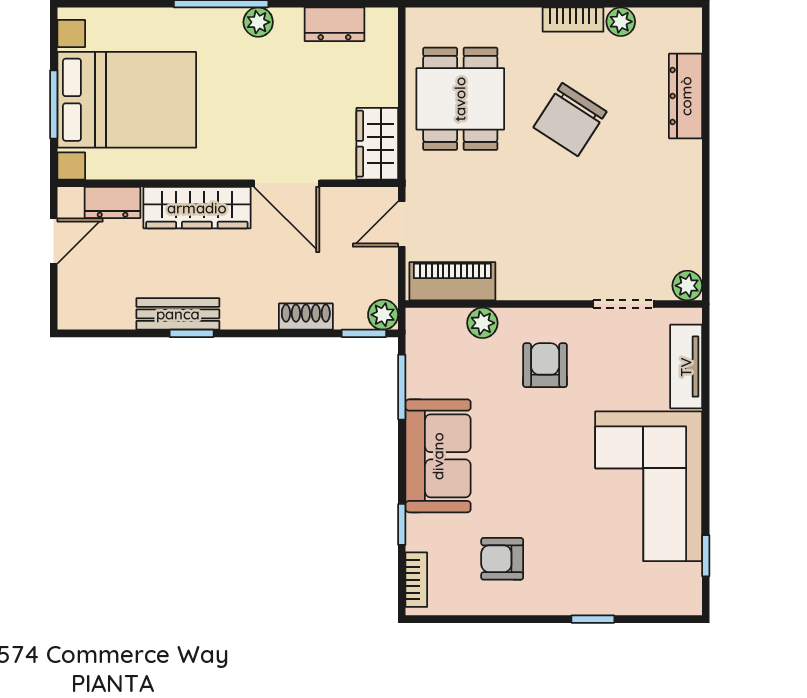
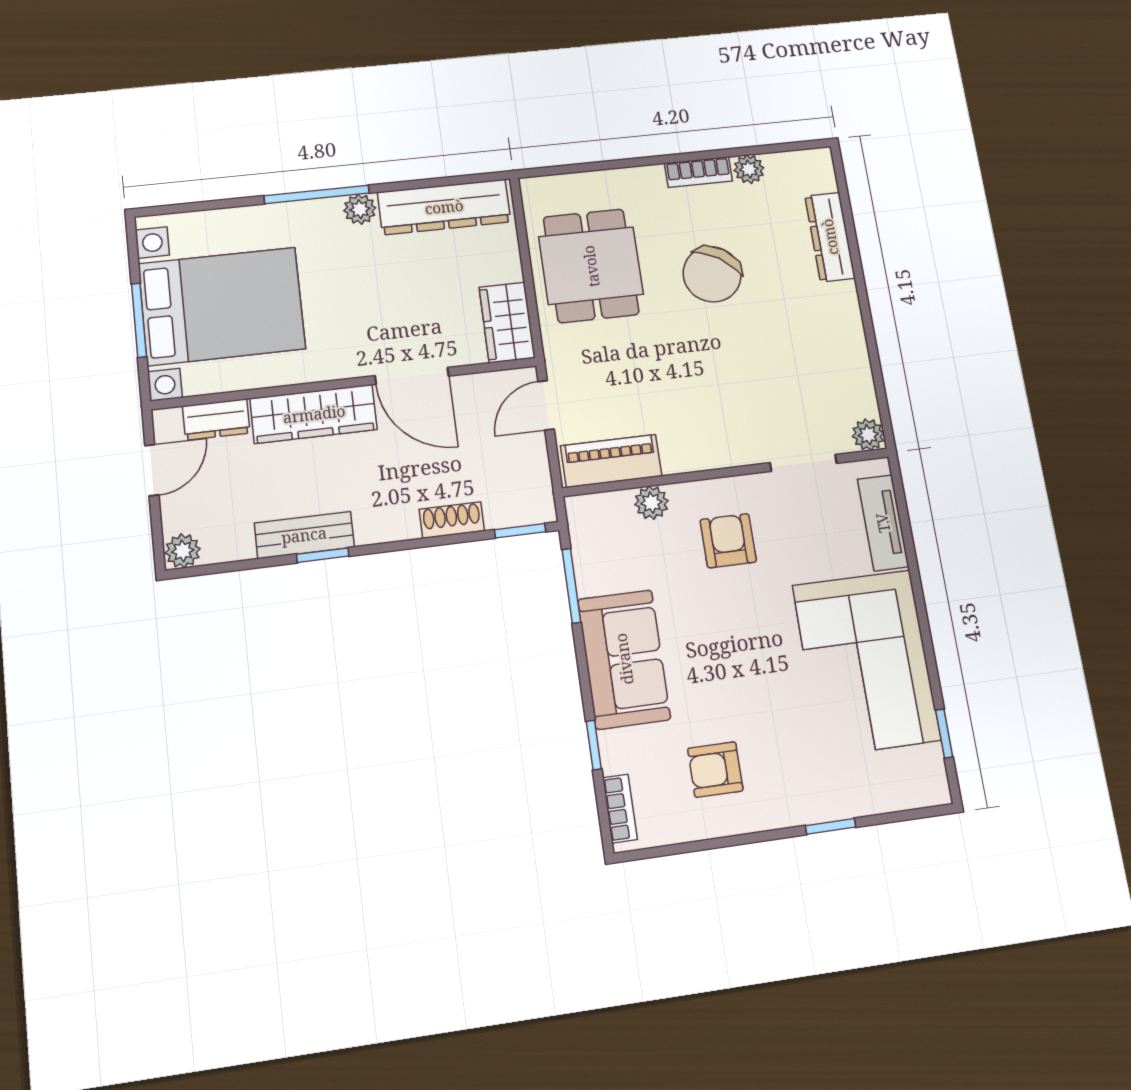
dresser: (334, 24) -> (444, 207), width x1.96, depth x1.24
plant: (383, 315) -> (183, 551), moved

